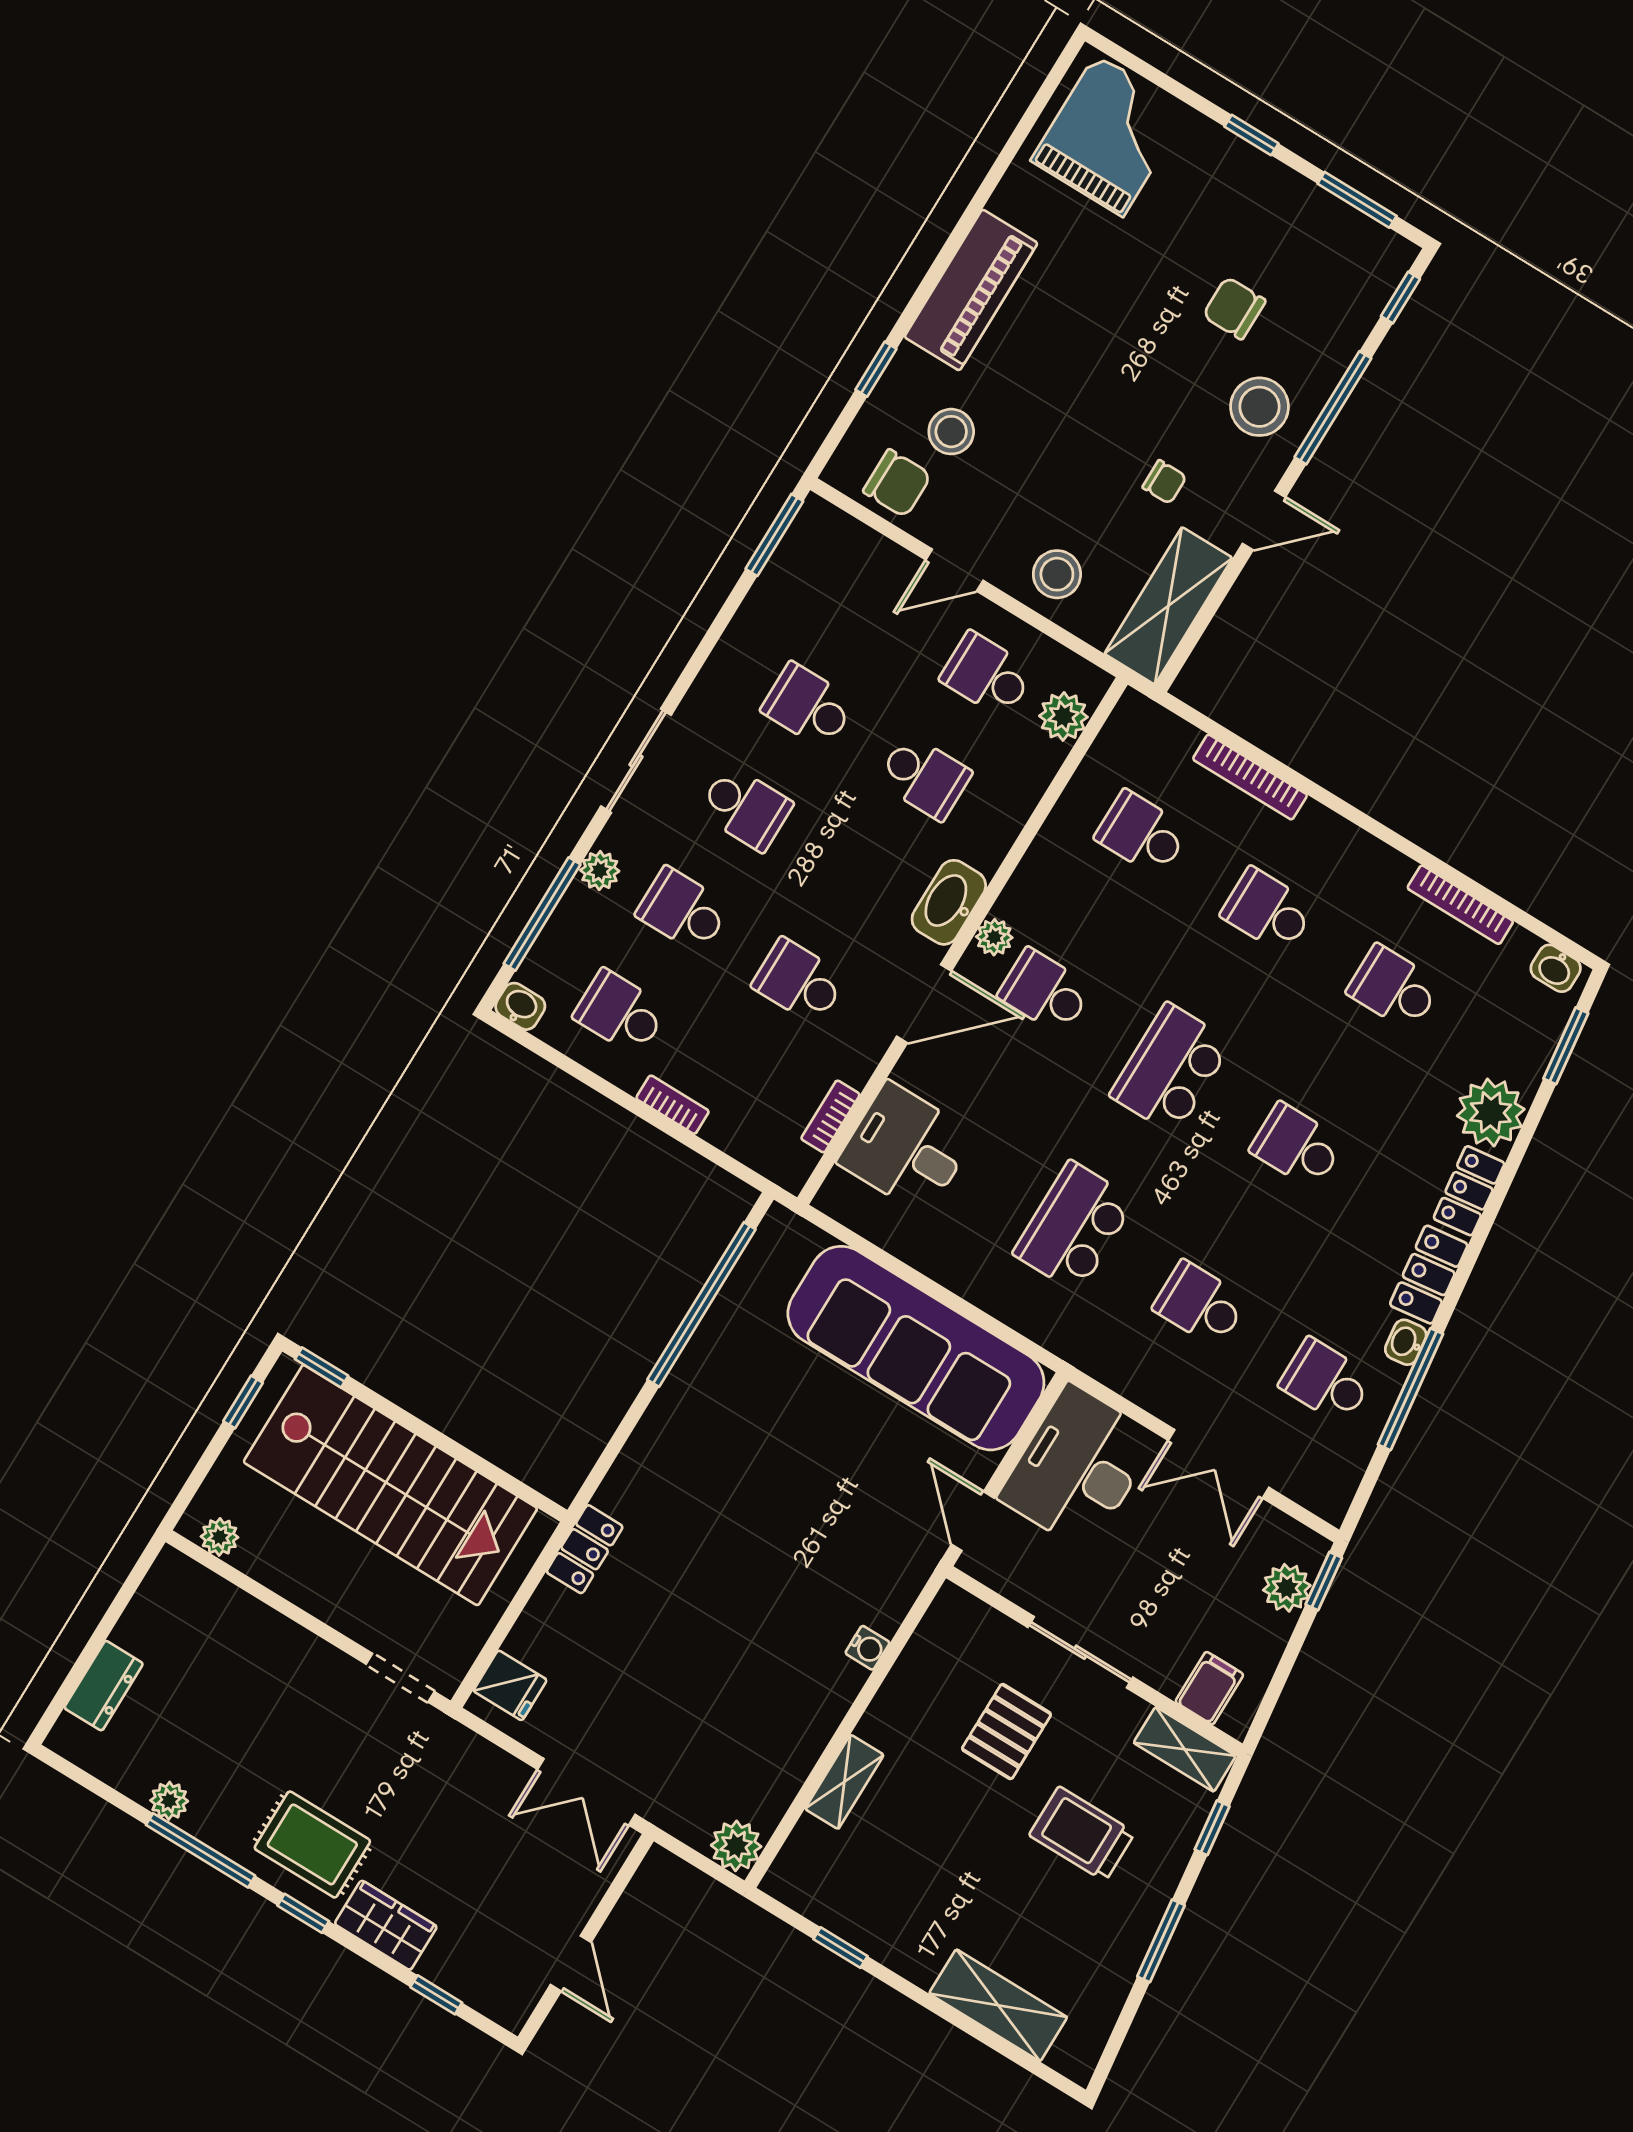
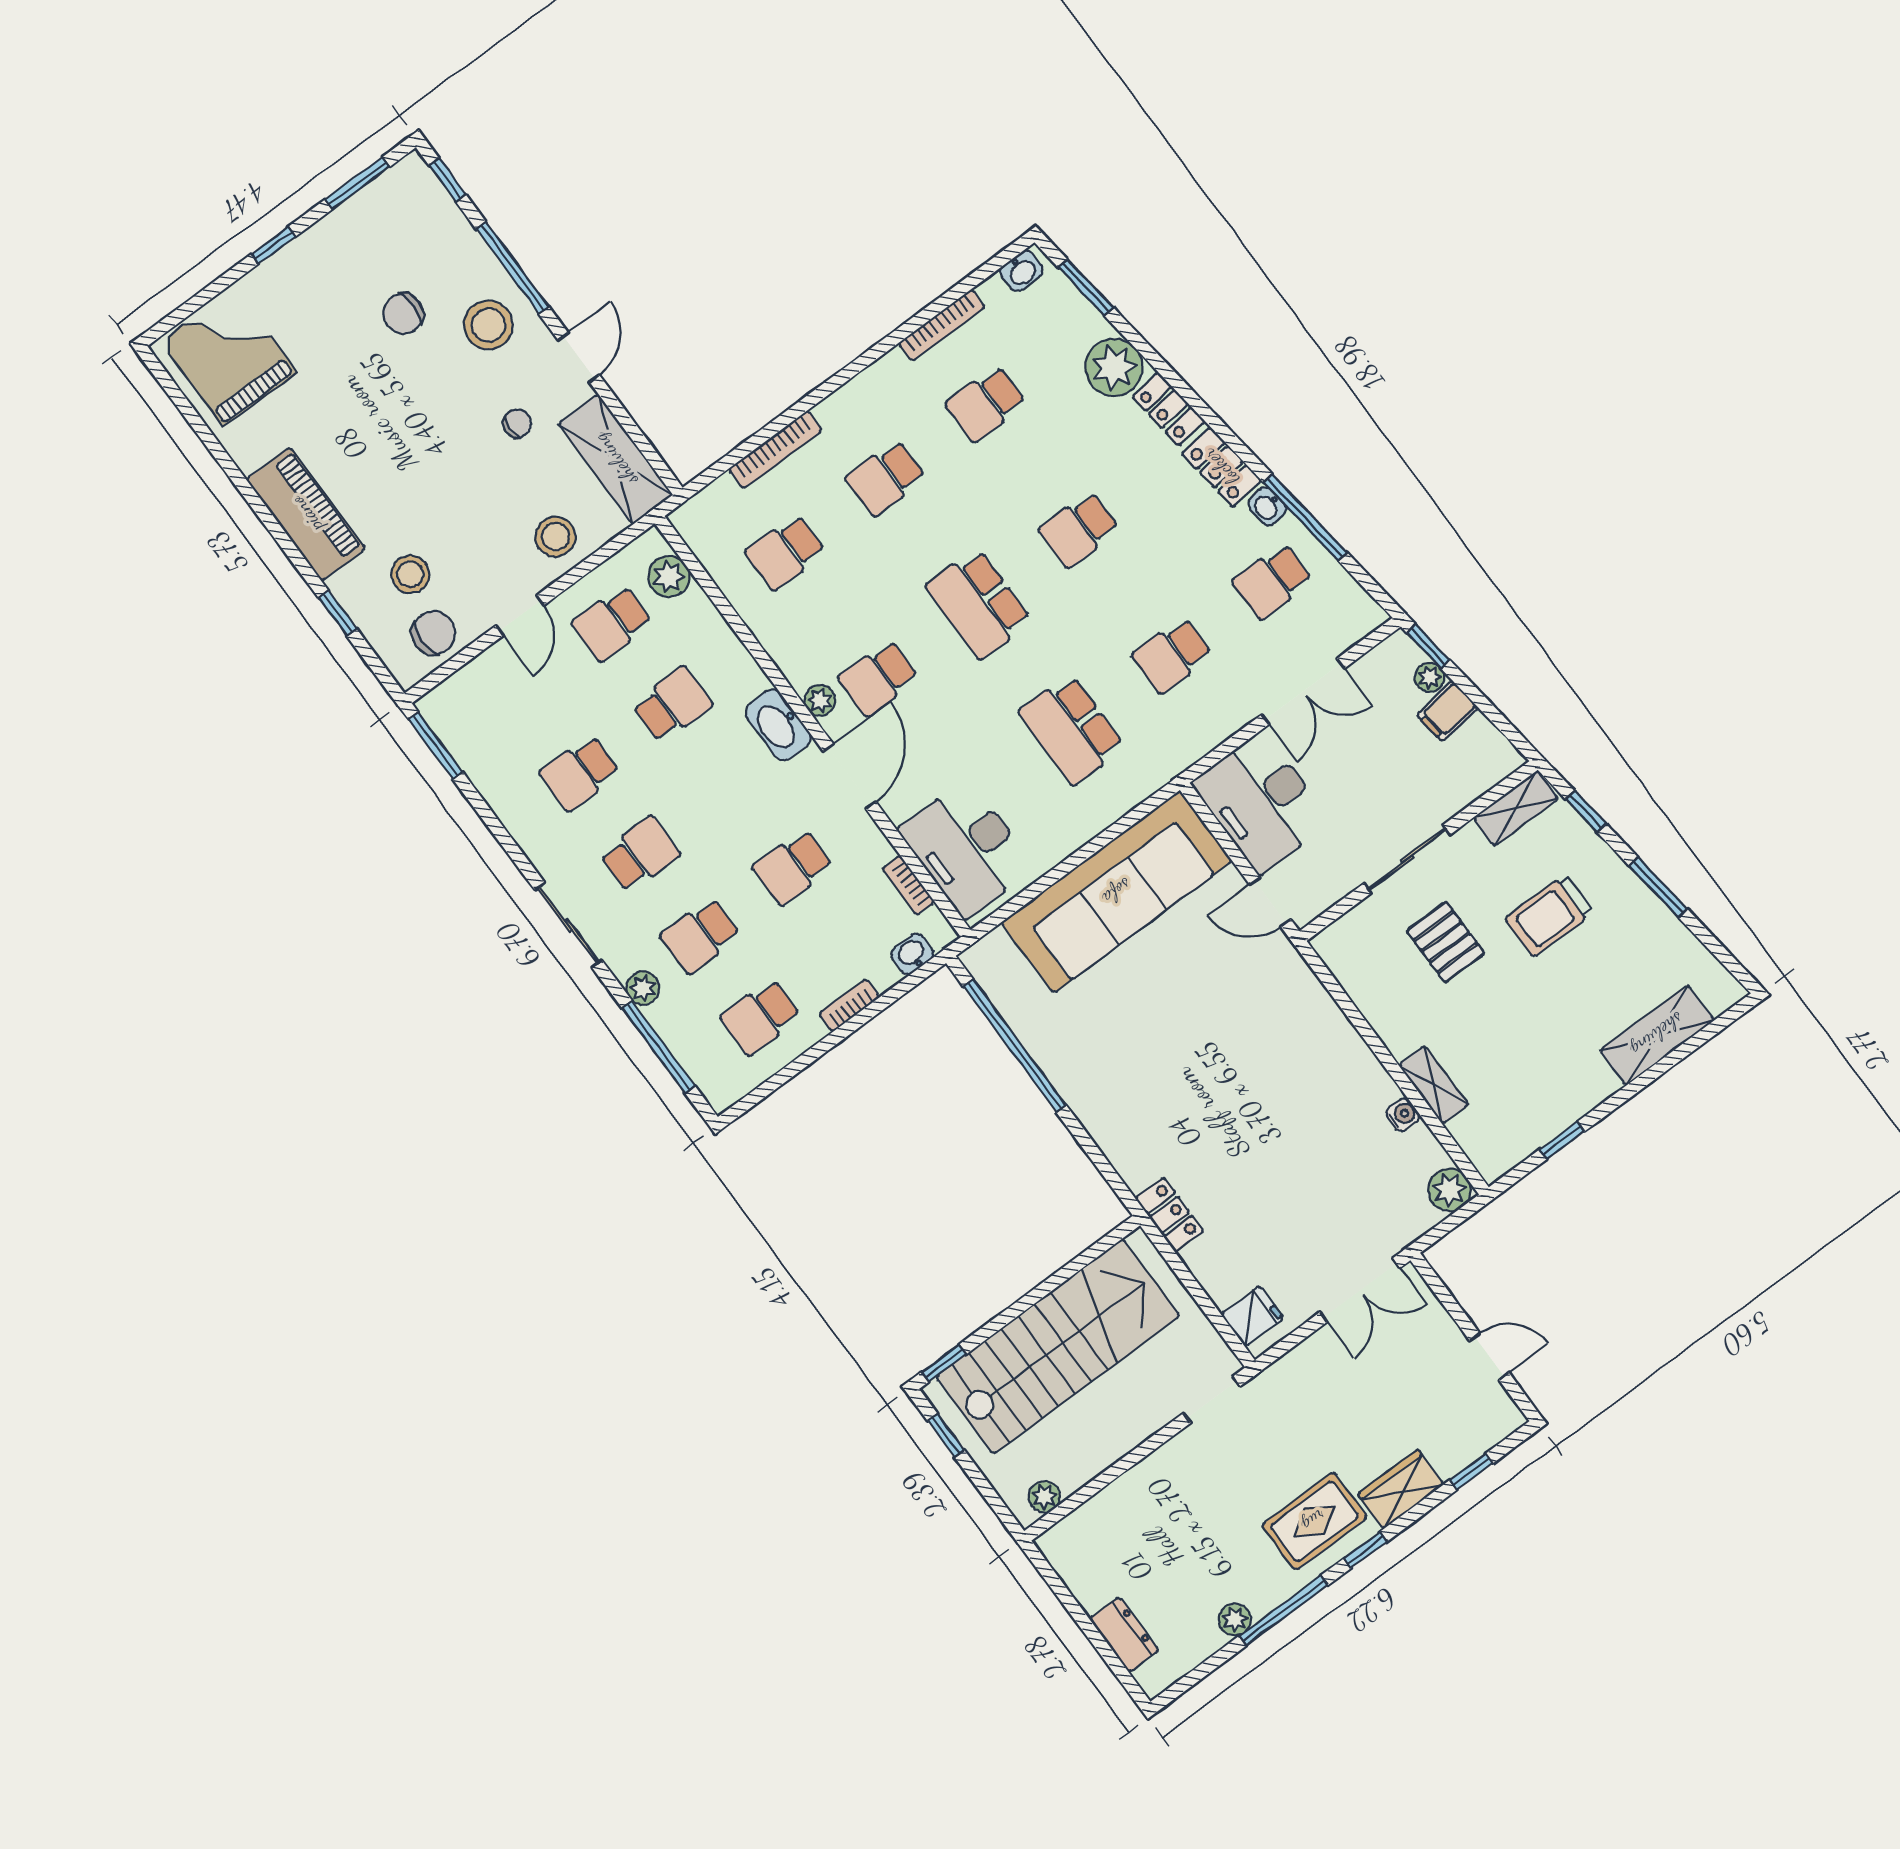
washbasin: (520, 1006) -> (912, 954), moved
desk: (906, 1148) -> (967, 849), width x1.37
plant: (1287, 1588) -> (1429, 677), width x0.73, depth x0.73
water cooler: (867, 1648) -> (1403, 1115), moved
filing cabinet: (1209, 1688) -> (1447, 711), moved, turned -97

